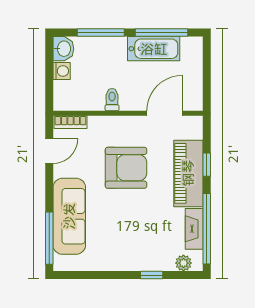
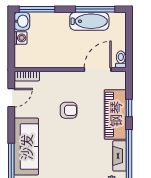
window: (101, 33) -> (37, 9), moved
toilet: (112, 100) -> (121, 59), moved
armchair: (126, 168) -> (69, 110), width x0.53, depth x0.53

